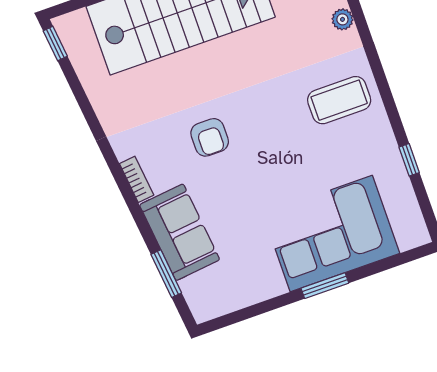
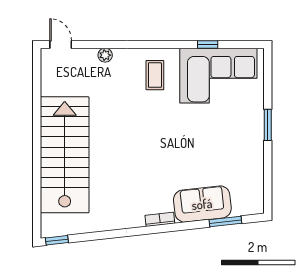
coffee table: (339, 100) -> (155, 75), width x0.73, depth x0.77
armchair: (210, 137) -> (150, 164), removed
corner sofa: (331, 234) -> (218, 76), moved, turned -90

